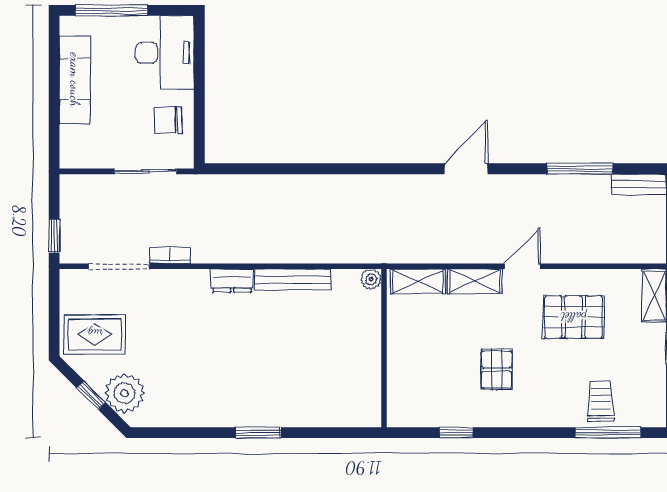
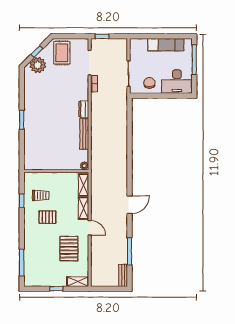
door: (466, 169) -> (130, 205), hinge flipped
trolley: (601, 401) -> (41, 195), moved

